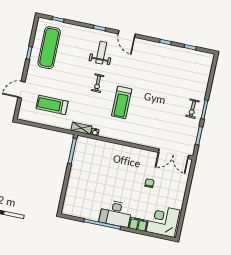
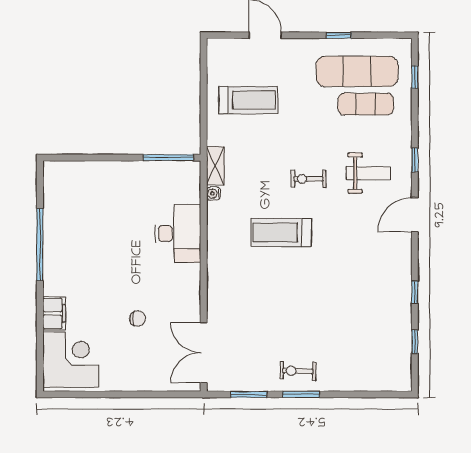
exercise mat: (66, 47) -> (366, 104), added
treadmill: (52, 105) -> (248, 100), turned 90
desk: (116, 214) -> (178, 234), moved, turned 180

